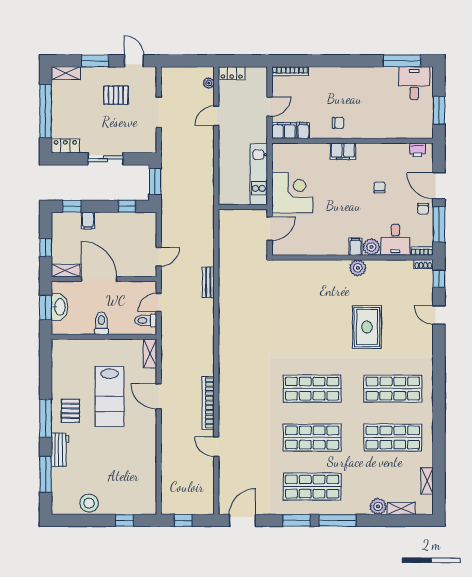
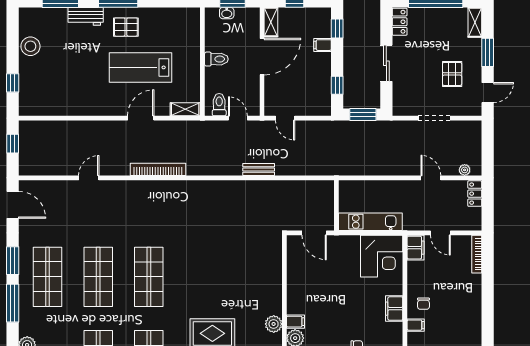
filing cabinet: (303, 130) -> (416, 325), moved
corner desk: (292, 193) -> (382, 256), moved
washbasin: (59, 307) -> (227, 13), width x0.52, depth x0.69
bookcase: (208, 403) -> (158, 169), moved

